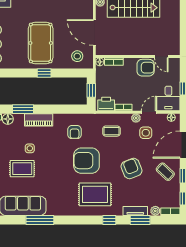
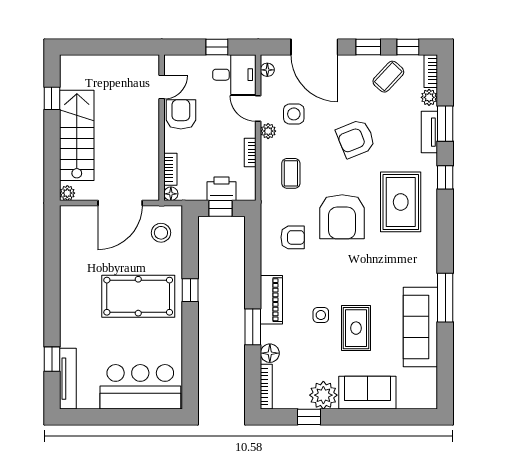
printer: (106, 104) -> (222, 189), moved, turned 90
coffee table: (165, 172) -> (388, 77), moved

